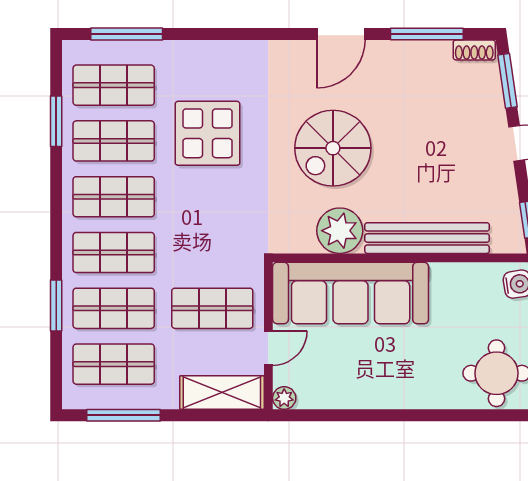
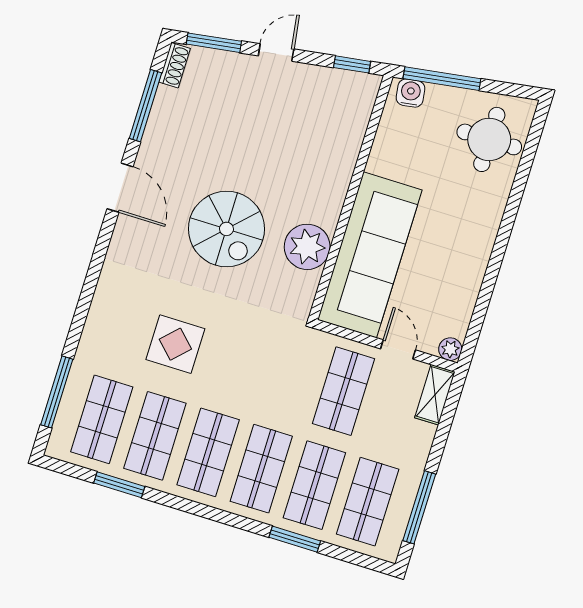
display table: (207, 133) -> (175, 344), width x0.73, depth x0.73
bench: (427, 238) -> (340, 166), removed
shelving: (222, 393) -> (435, 395), width x0.67, depth x0.75

